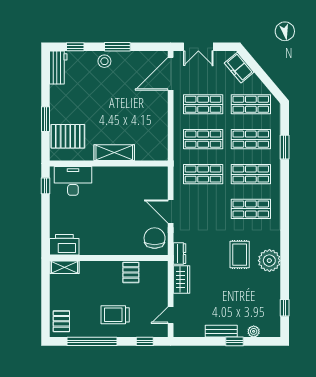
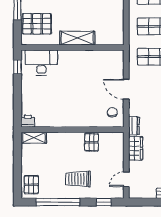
chair: (155, 238) -> (112, 112), width x0.54, depth x0.54
printer: (64, 245) -> (28, 121), width x0.53, depth x0.68

